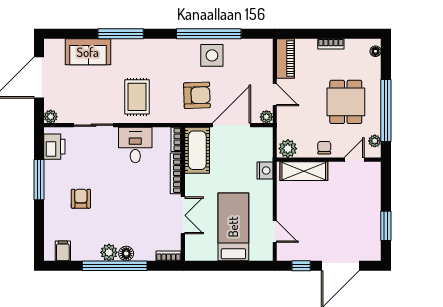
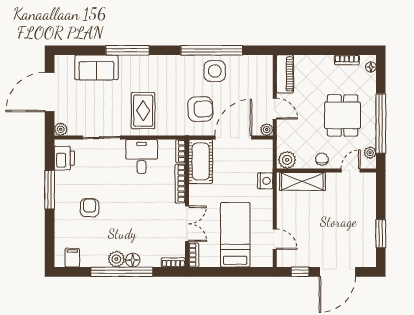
bookcase: (331, 44) -> (347, 60), moved
bookcase: (190, 248) -> (194, 255), added

